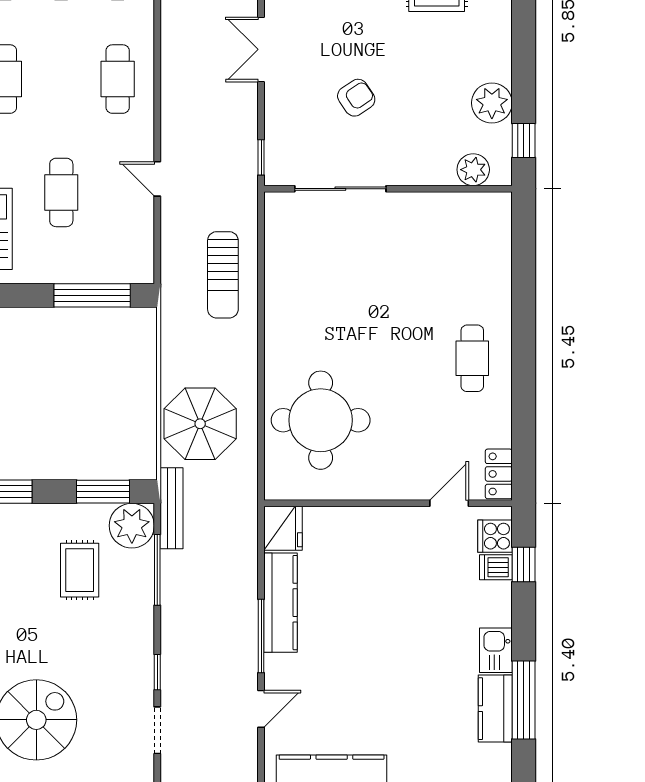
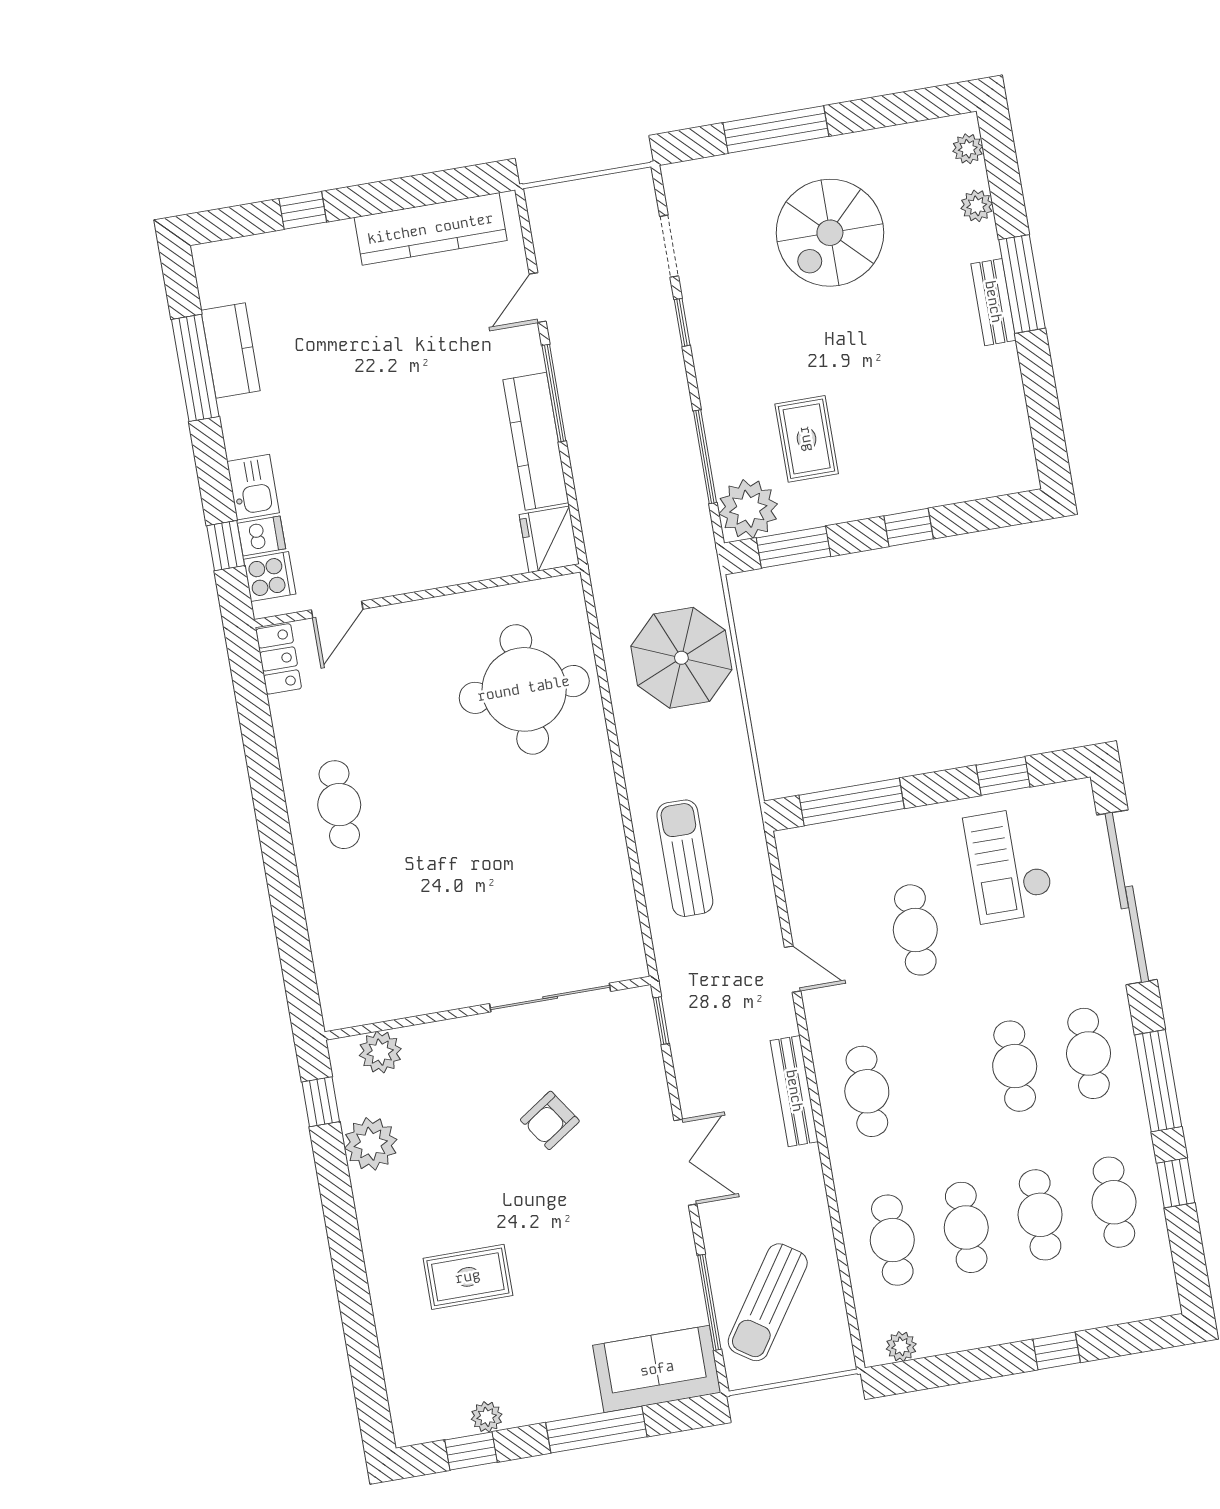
bench: (171, 508) -> (794, 1091), moved
kitchen sink: (496, 650) -> (253, 487), moved

